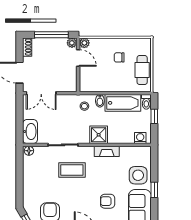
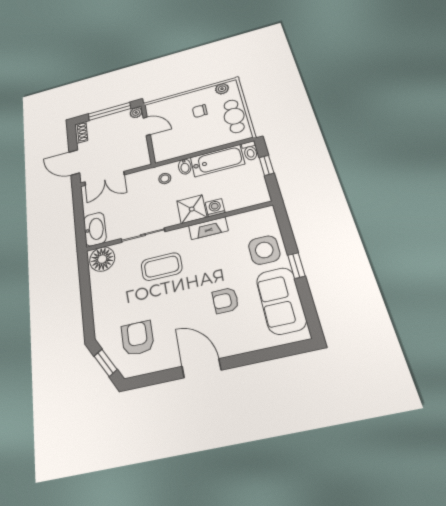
plant: (84, 43) -> (222, 89), moved
washing machine: (140, 138) -> (215, 208), moved
floor lamp: (29, 151) -> (102, 259), width x1.89, depth x1.89

